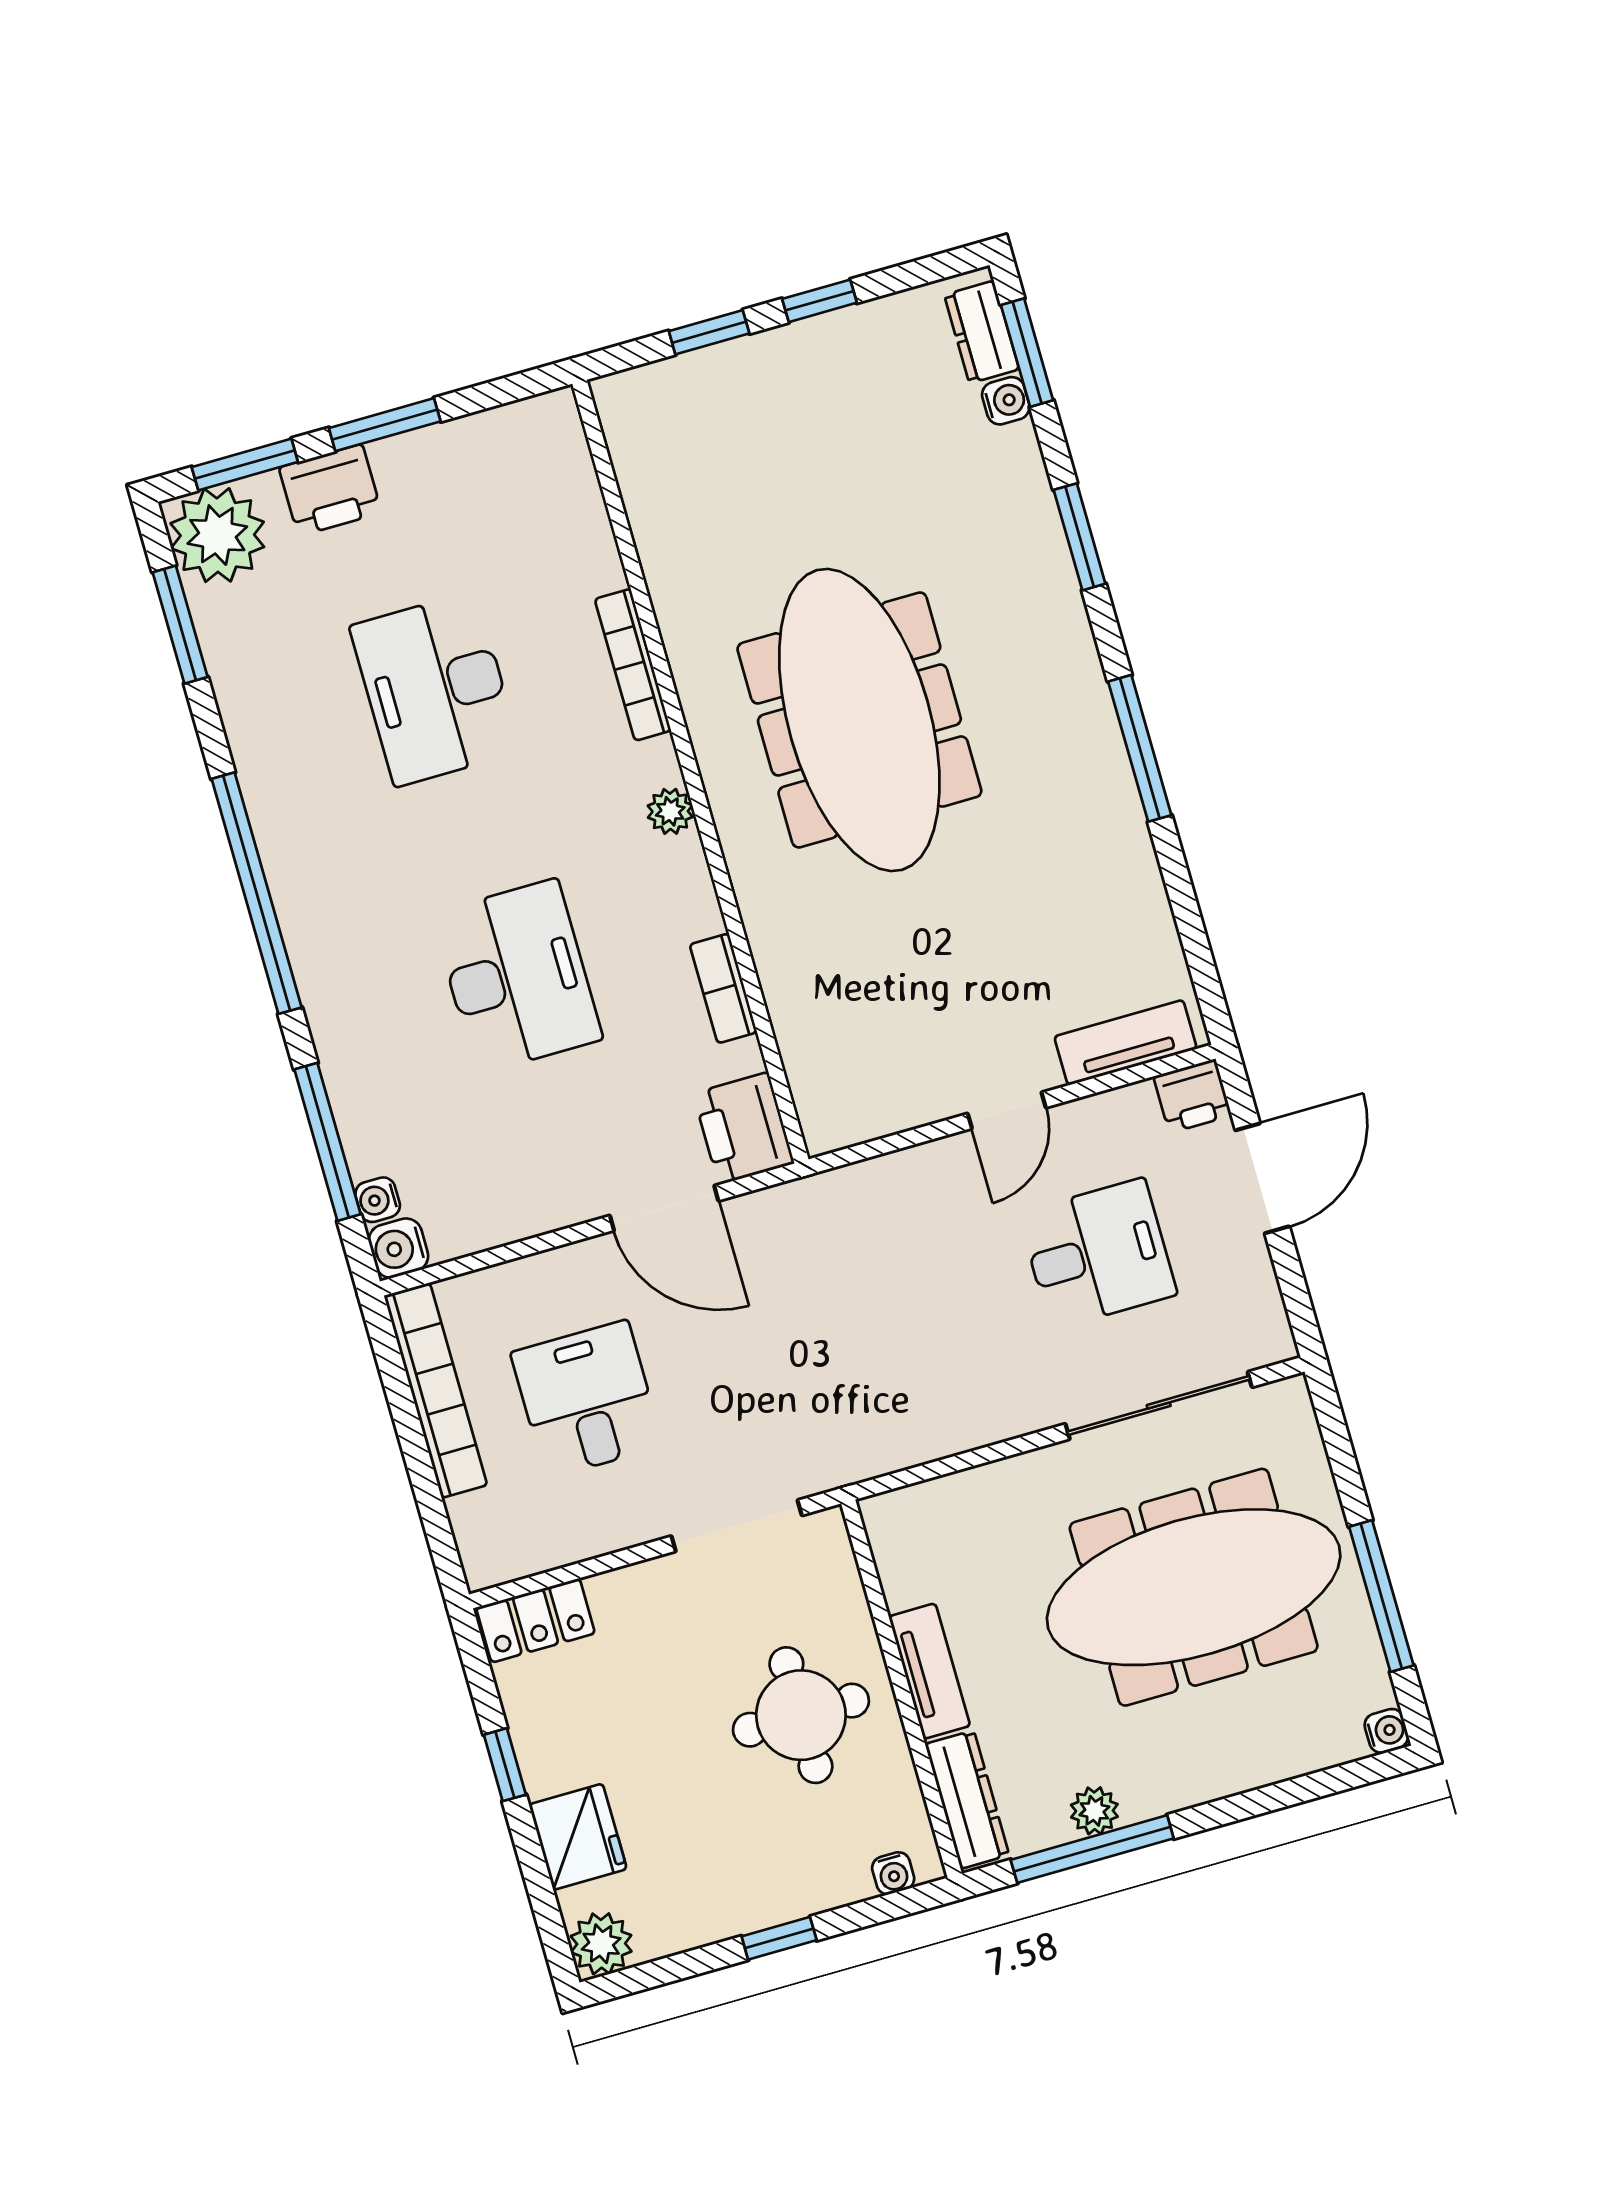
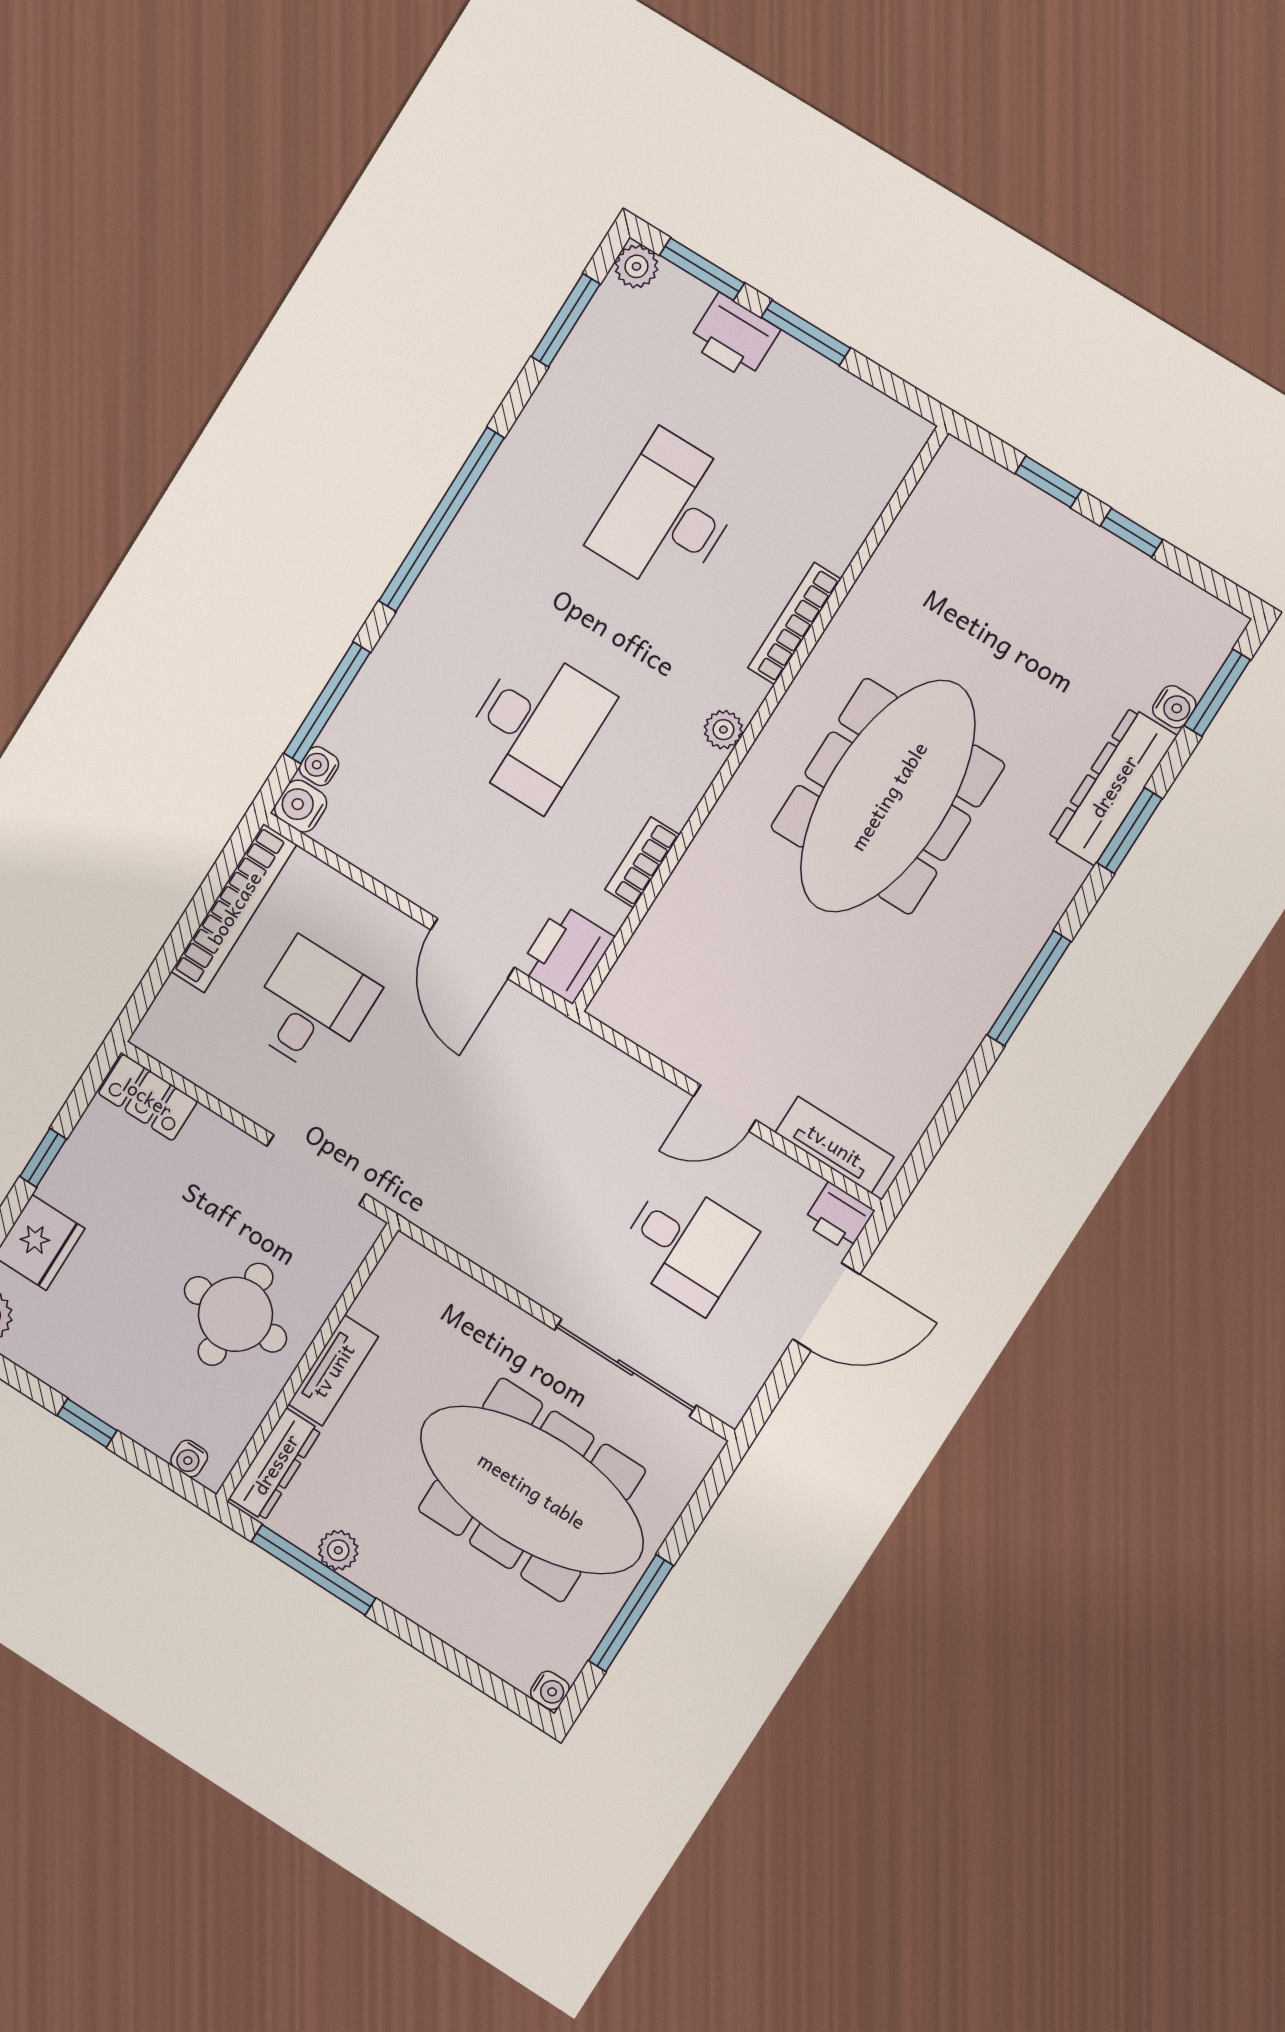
dresser: (982, 332) -> (1113, 786), moved, width x1.96, depth x1.24
plant: (217, 535) -> (636, 266), width x0.53, depth x0.53

